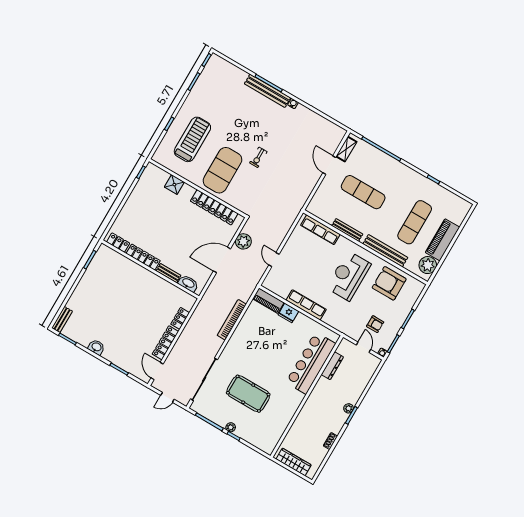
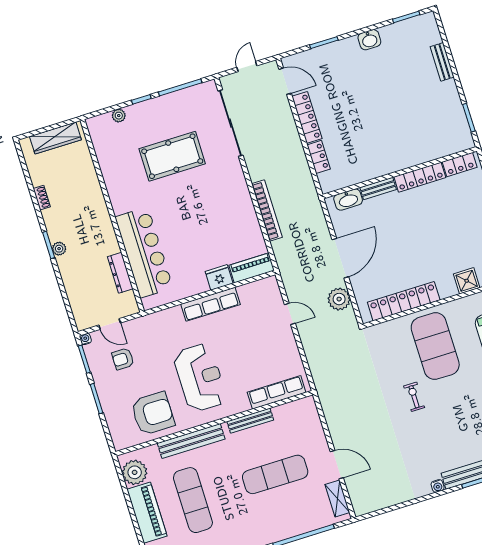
bench: (62, 320) -> (442, 62), moved
plant: (231, 427) -> (119, 116), moved

